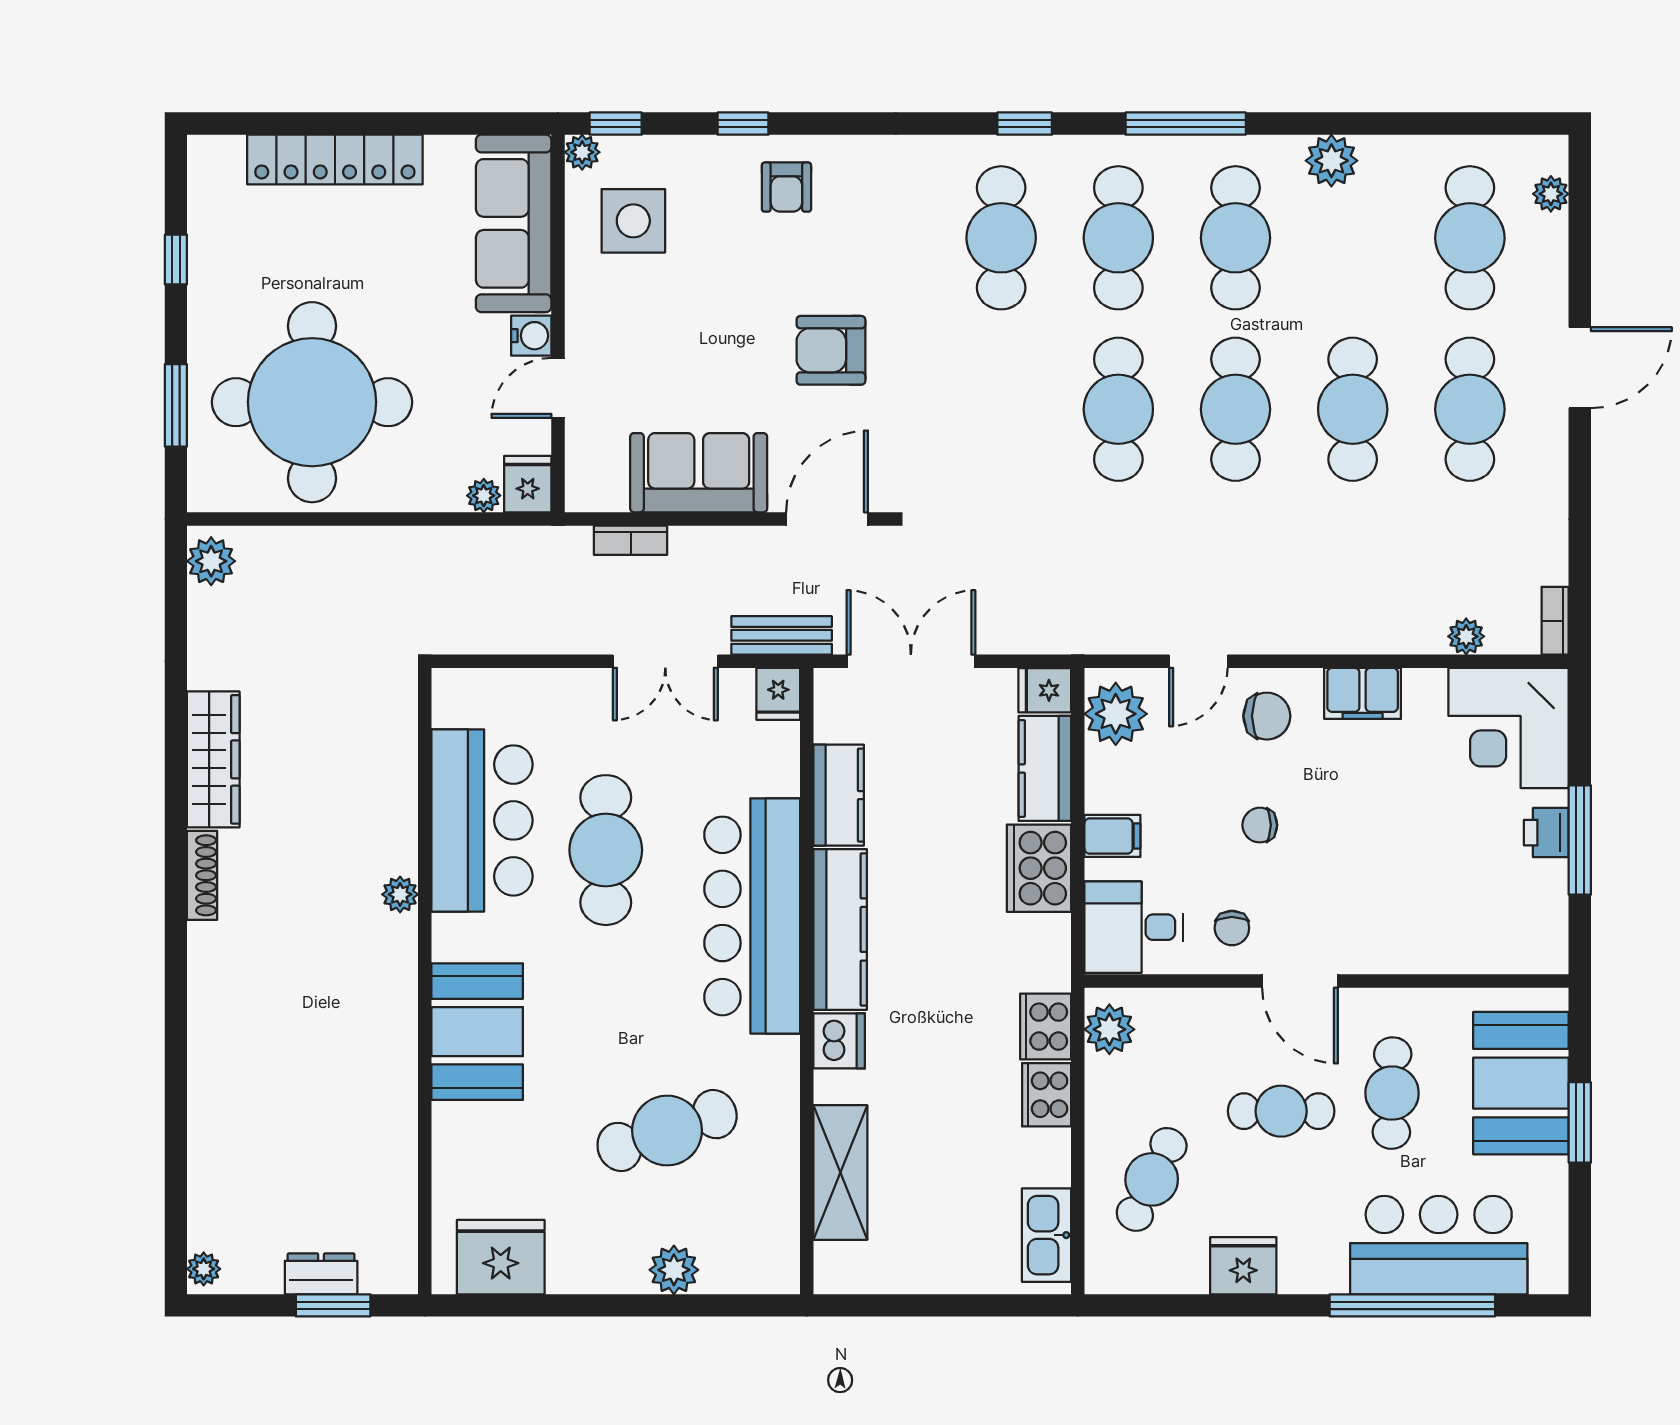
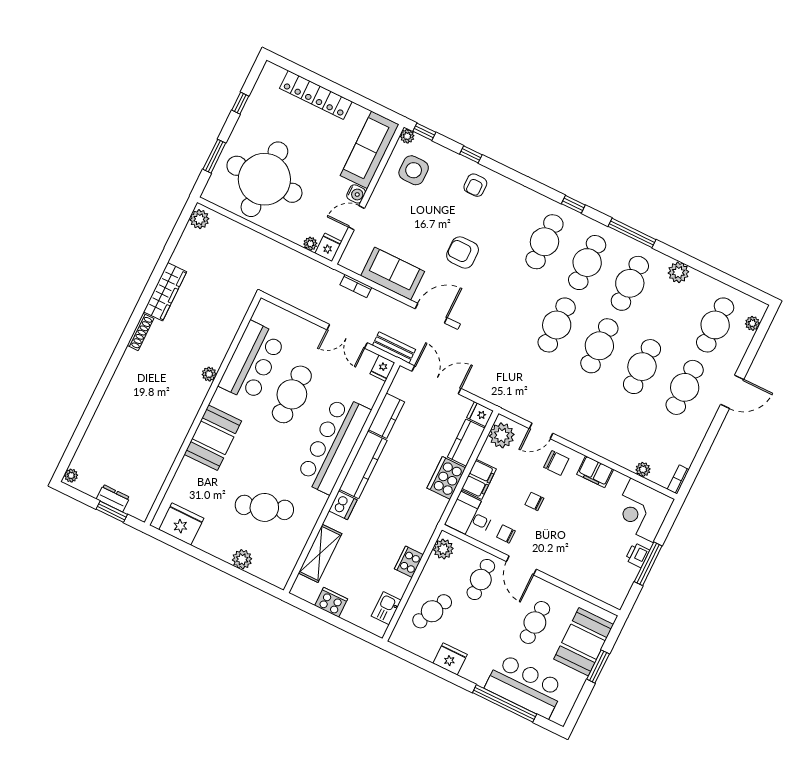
filing cabinet: (1112, 836) -> (479, 479), width x2.00
chair: (1232, 928) -> (506, 534), turned 90
cooker: (1046, 1027) -> (331, 602), moved, turned 90
cafe table: (1281, 1111) -> (481, 580), moved, turned 90
kitchen sink: (1047, 1235) -> (386, 608), width x0.73

